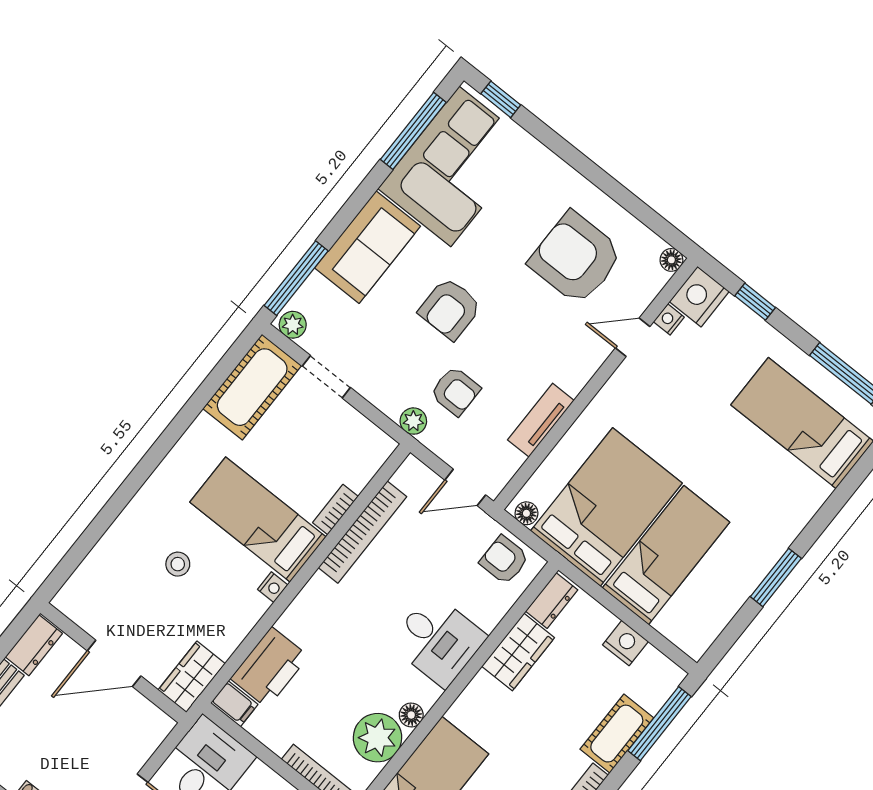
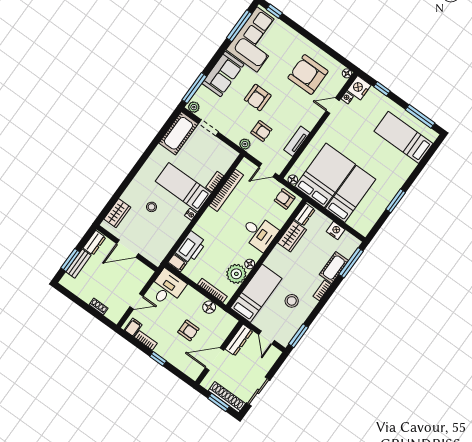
wardrobe: (192, 677) -> (117, 213), moved, turned 180

